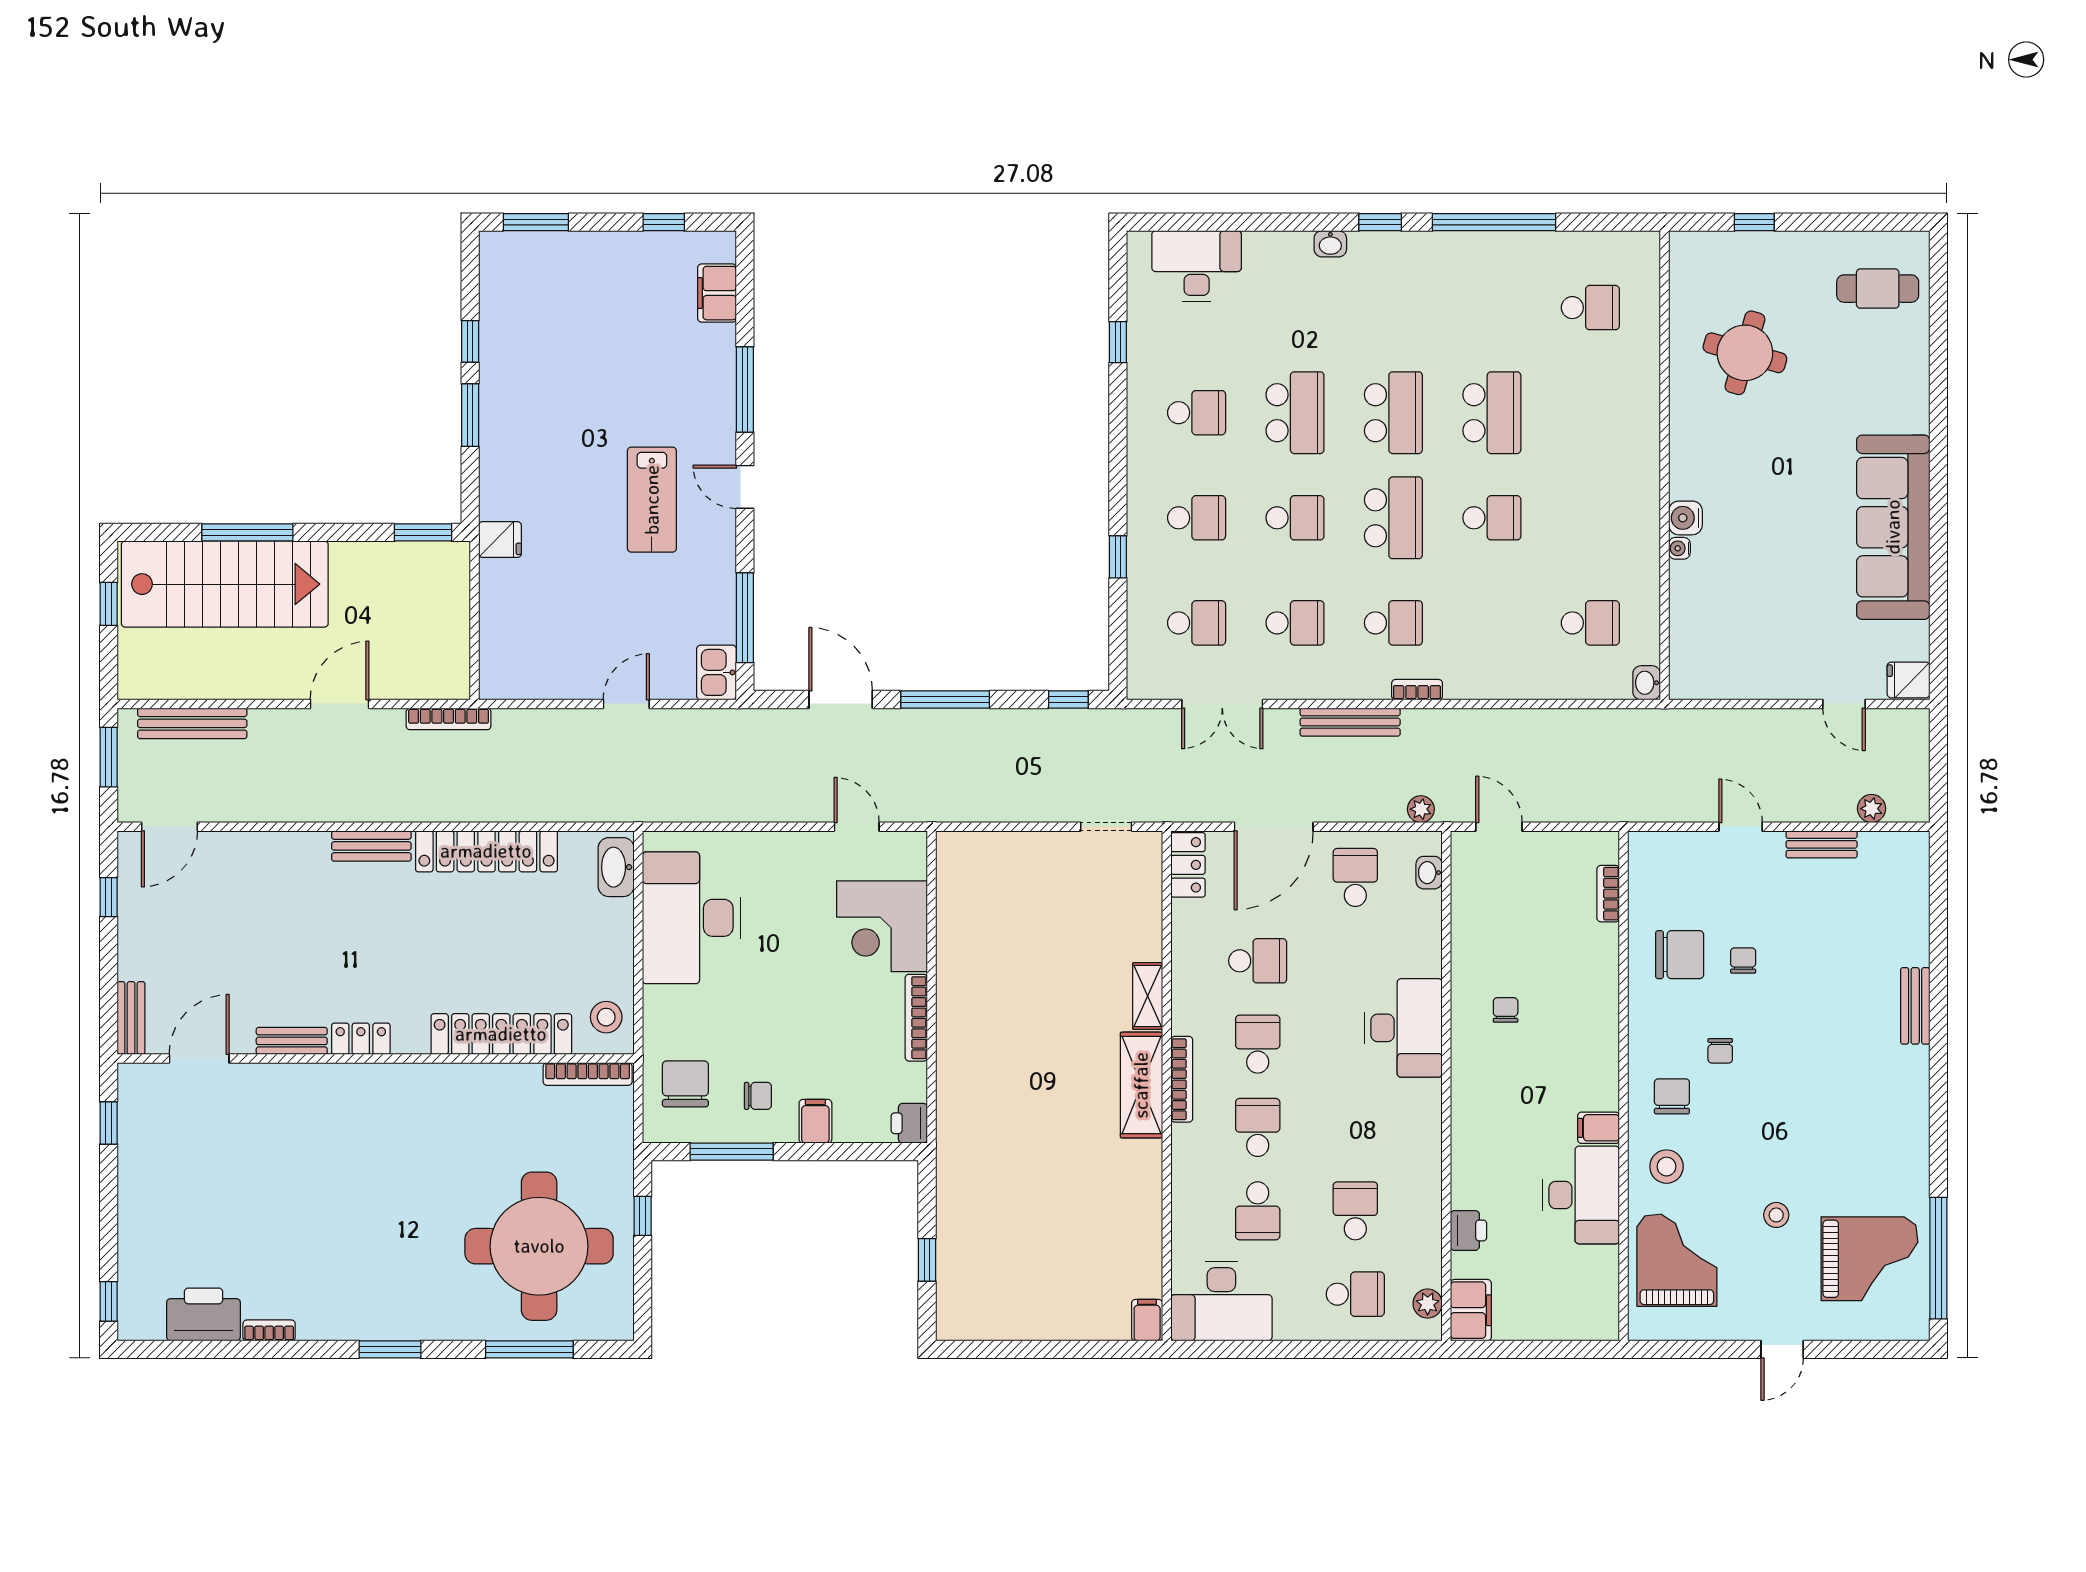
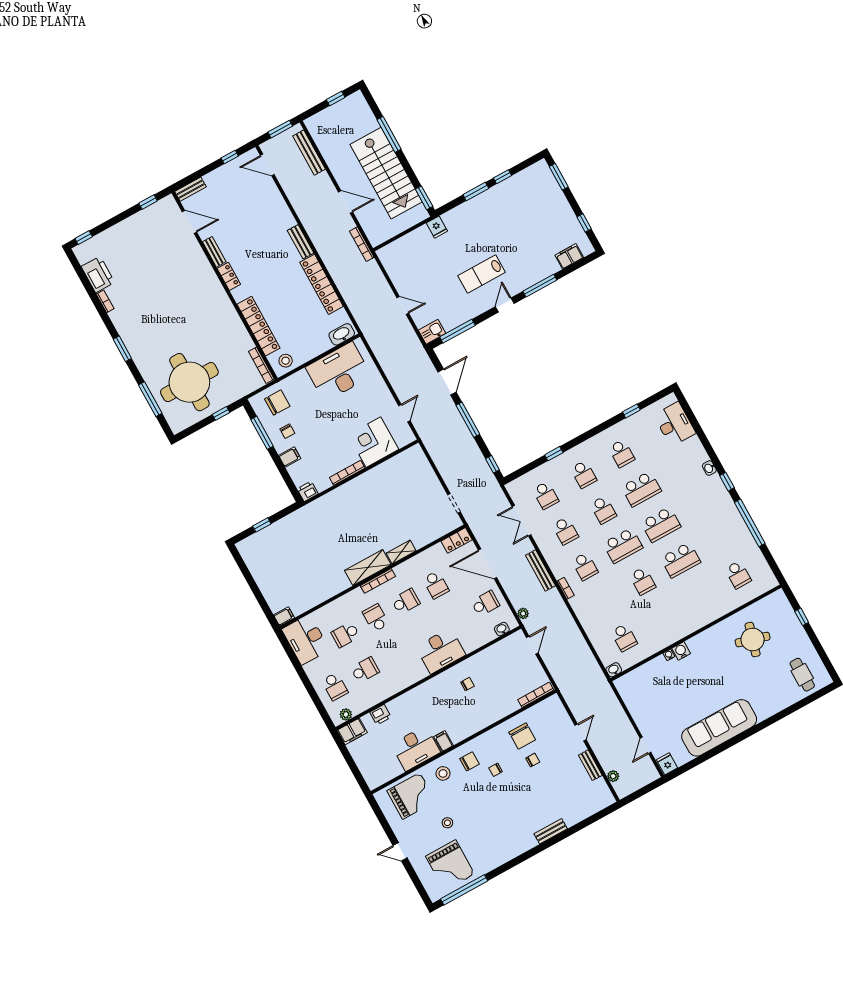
stairs: (225, 584) -> (386, 173), moved
bookcase: (1608, 894) -> (536, 695), width x1.56
school desk: (1258, 1127) -> (376, 618), turned -90

